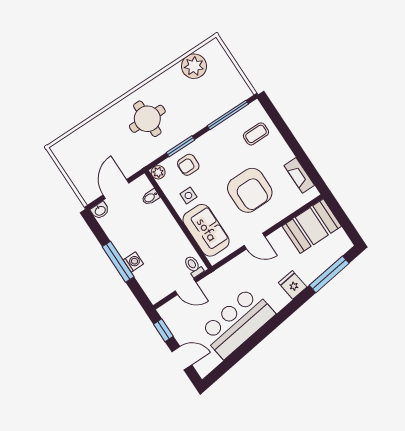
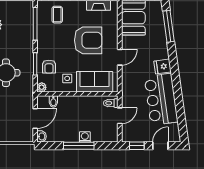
door: (116, 189) -> (35, 119), swing flipped
fridge: (293, 285) -> (163, 67), moved

